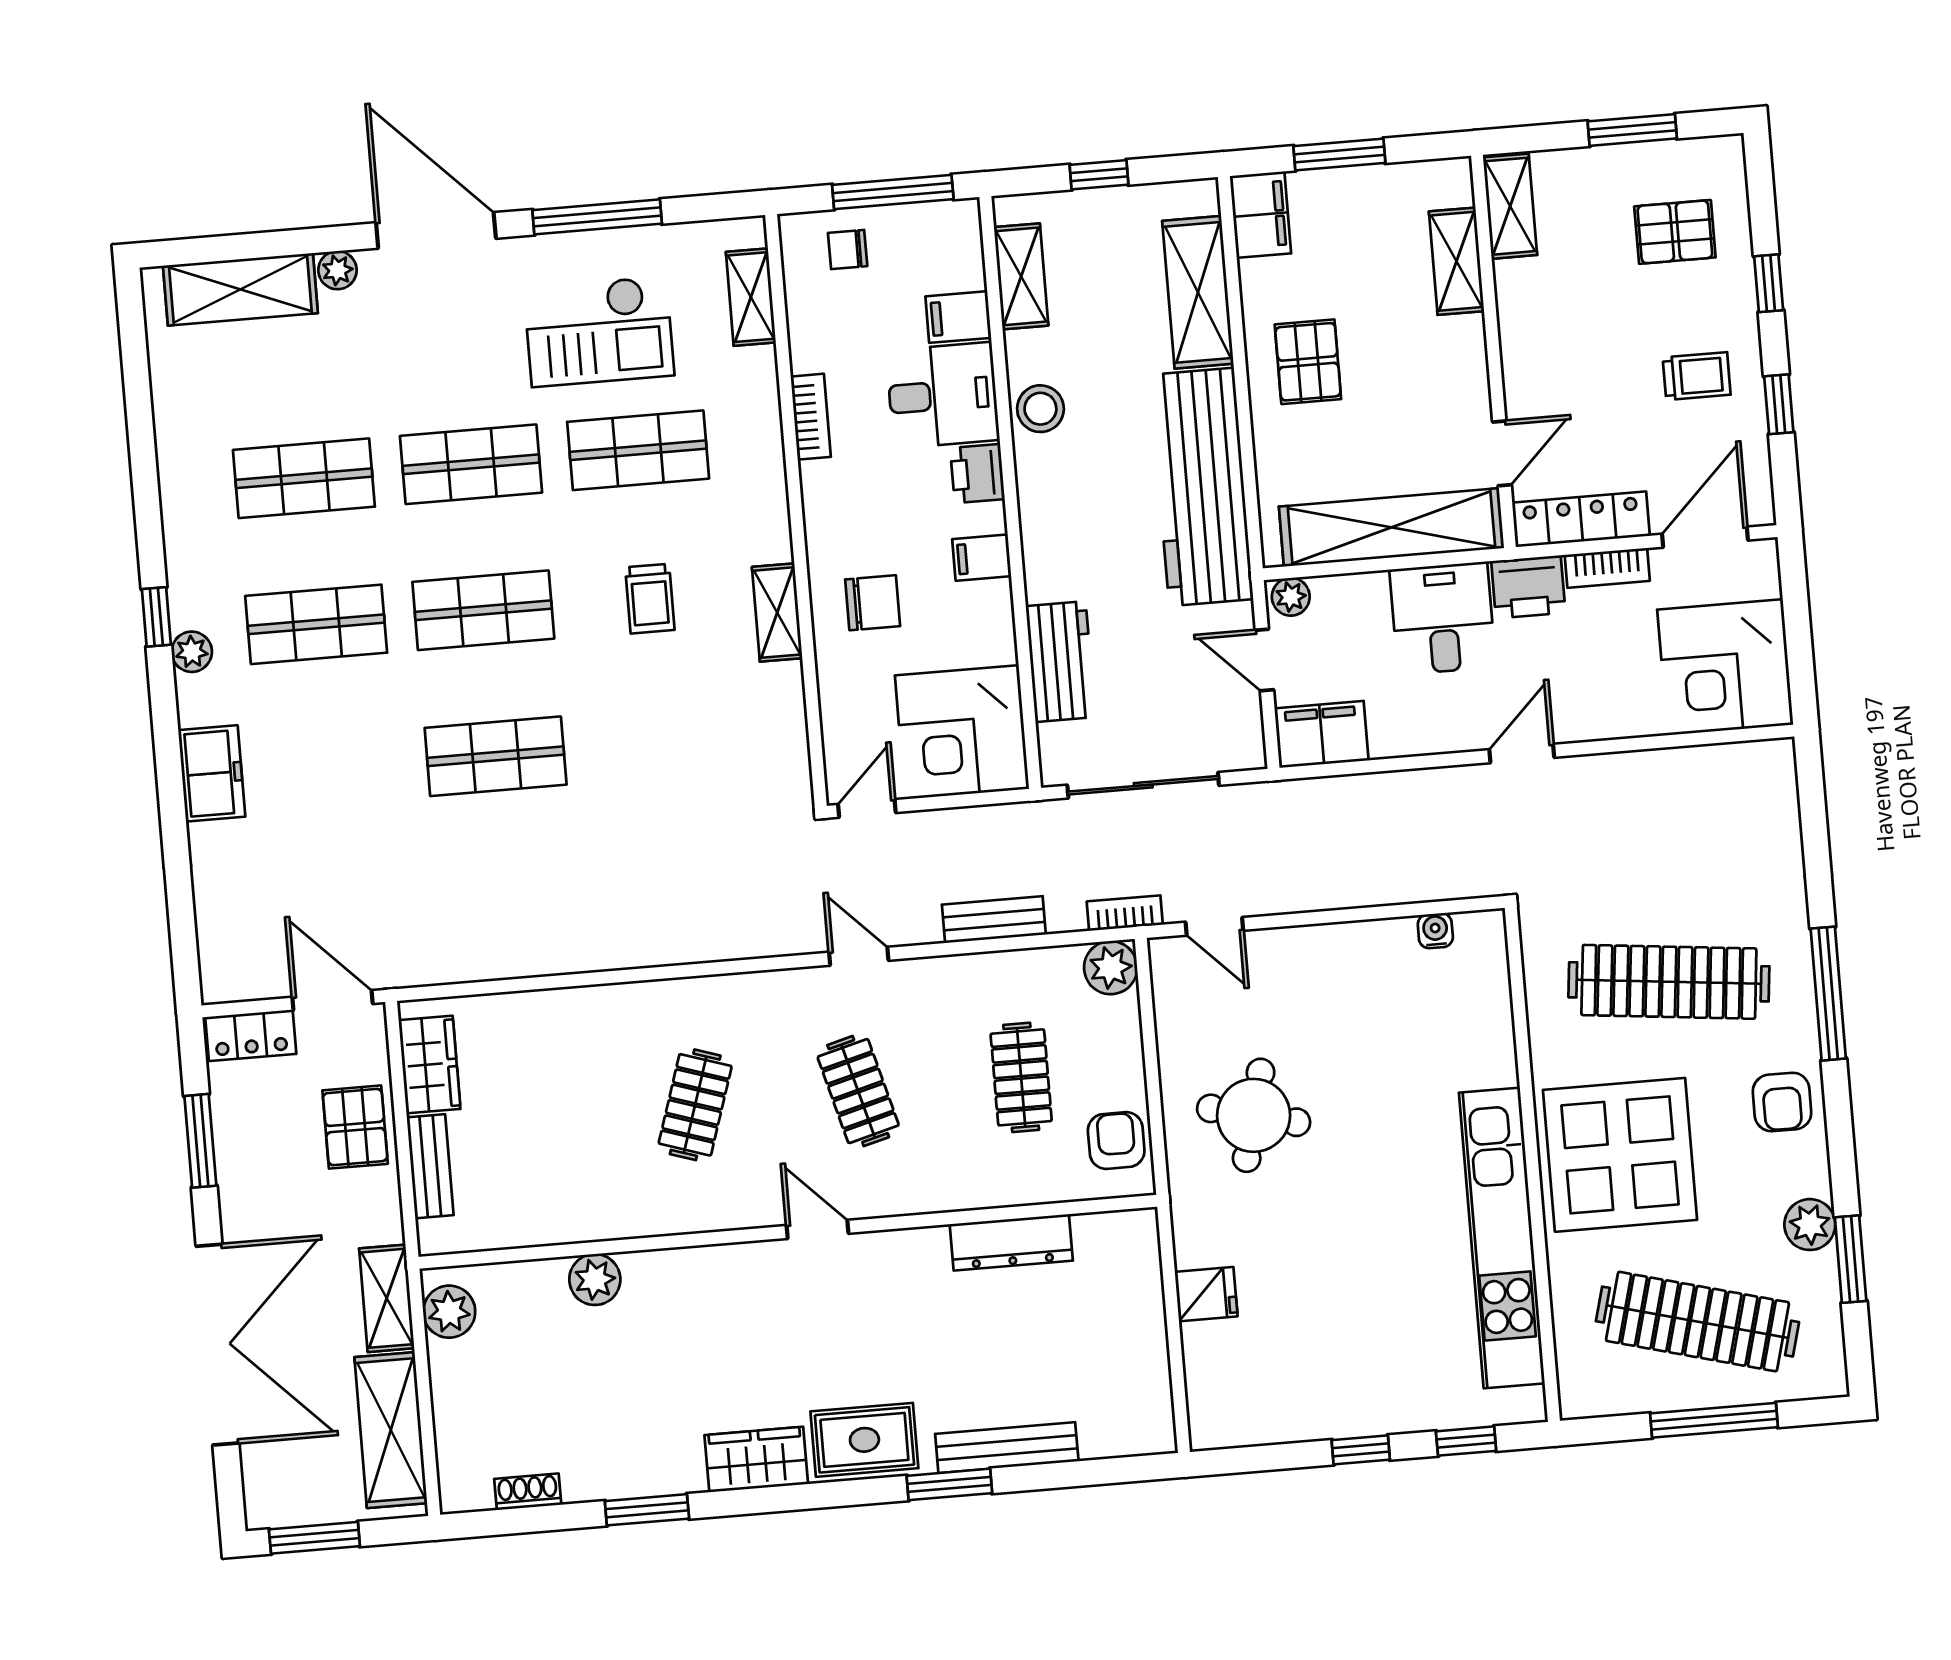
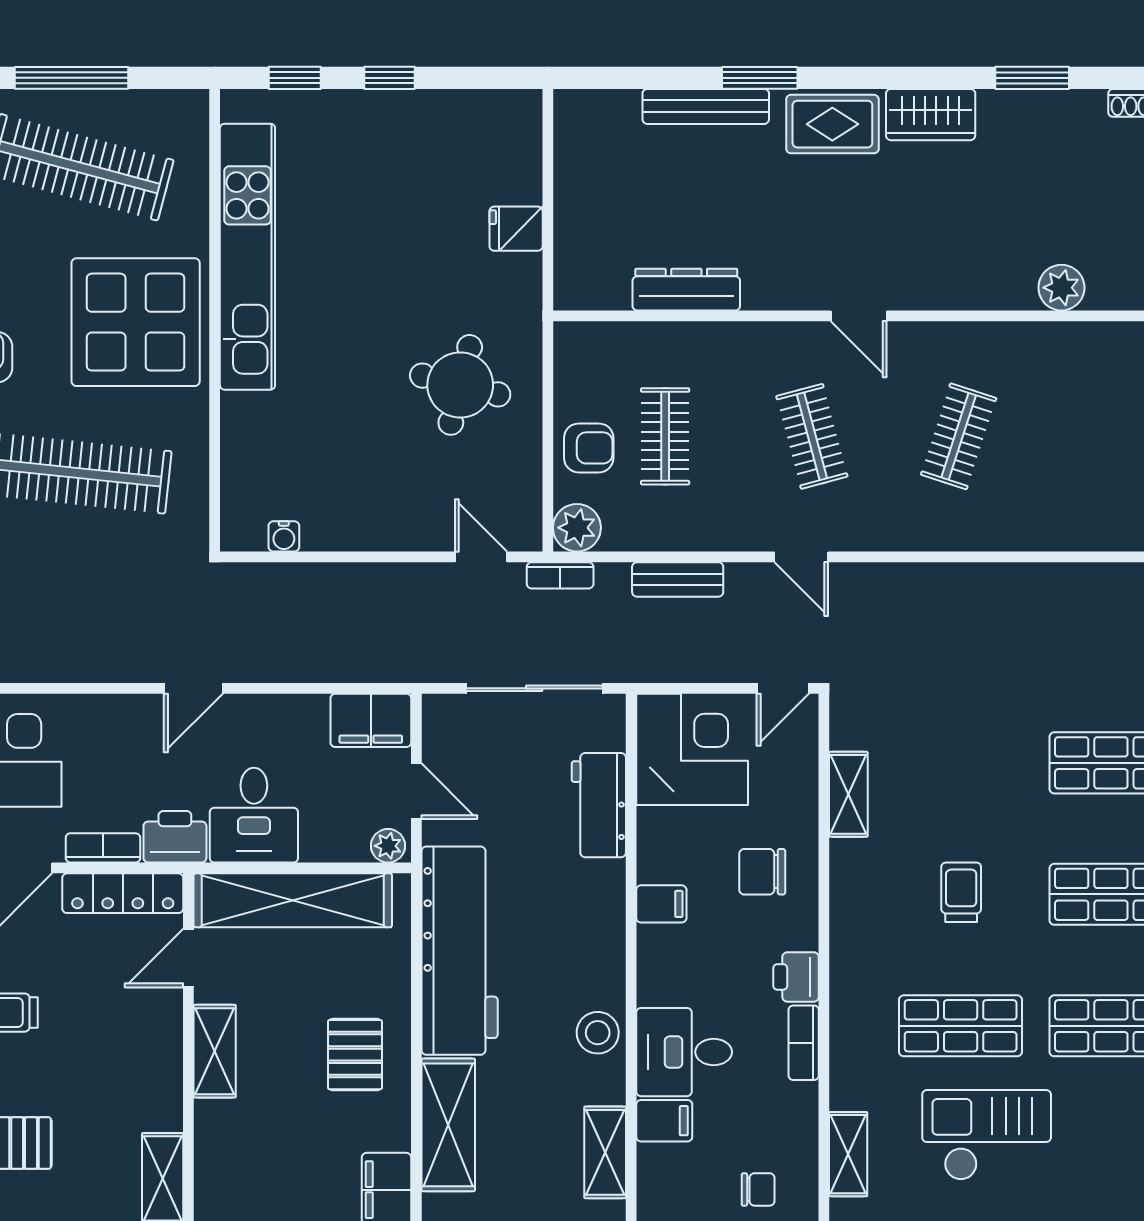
shelving: (1457, 261) -> (215, 1051), moved
printer: (977, 474) -> (796, 977), moved, turned 180
shelving: (777, 613) -> (848, 794), moved
armchair: (1116, 1141) -> (589, 448), moved, turned -90

